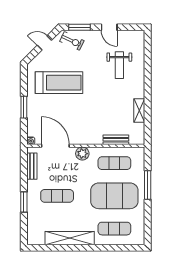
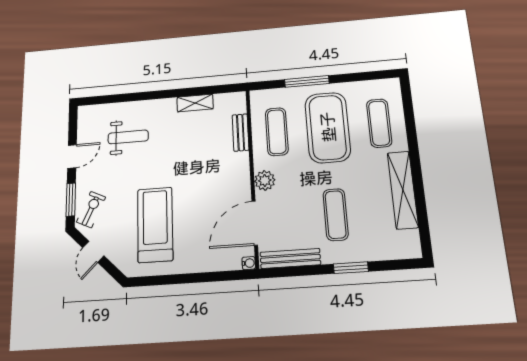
window: (24, 107) -> (195, 278), removed
bench: (32, 166) -> (290, 258), width x1.36

